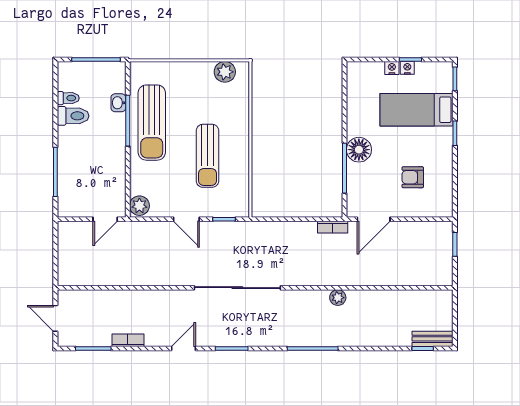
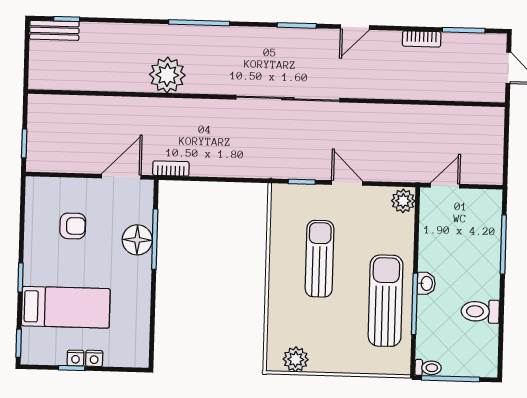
toilet: (68, 98) -> (428, 368), moved, turned 180
washbasin: (118, 103) -> (426, 283), moved
floor lamp: (359, 150) -> (137, 240), moved
plant: (338, 298) -> (167, 75), width x1.87, depth x1.87

